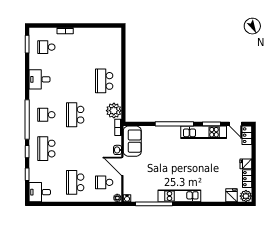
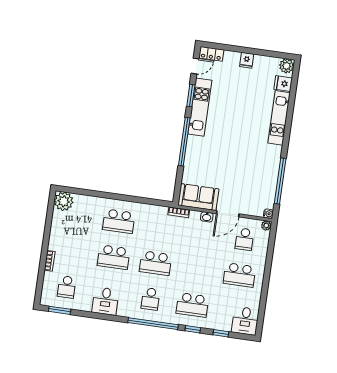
school desk: (75, 81) -> (114, 257), added
plant: (114, 111) -> (64, 201), moved
locker: (247, 179) -> (265, 61), removed
kitchen unit: (179, 196) -> (279, 118), moved

